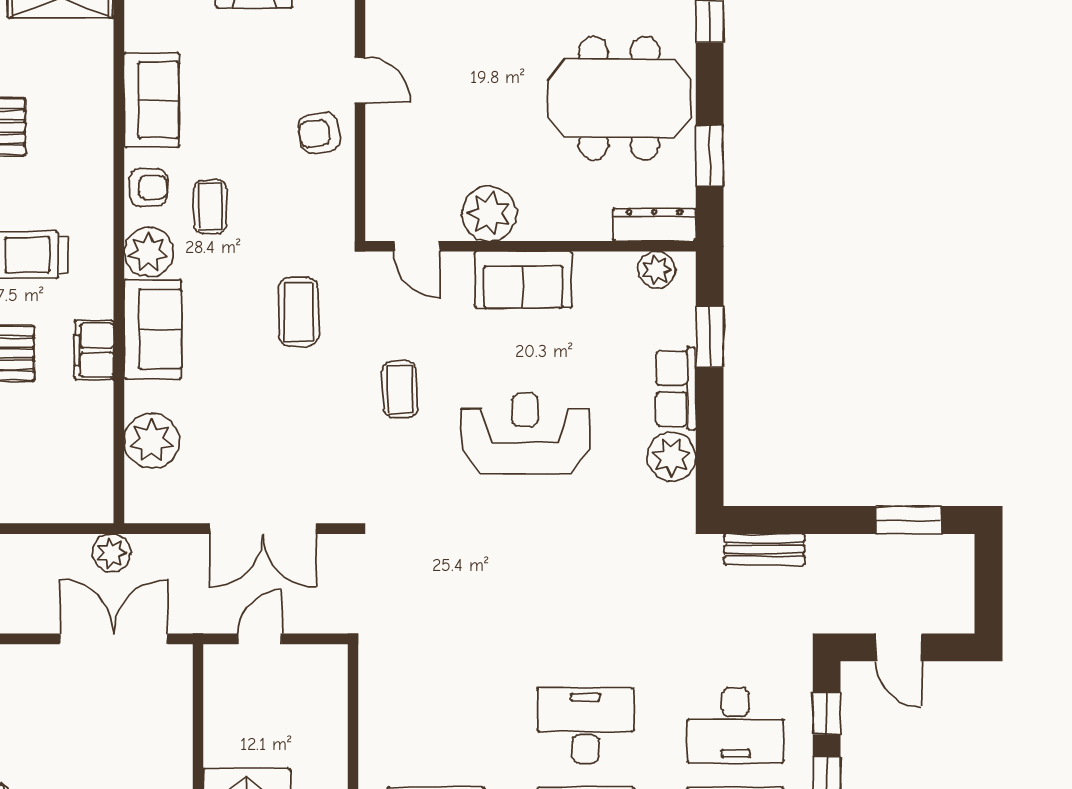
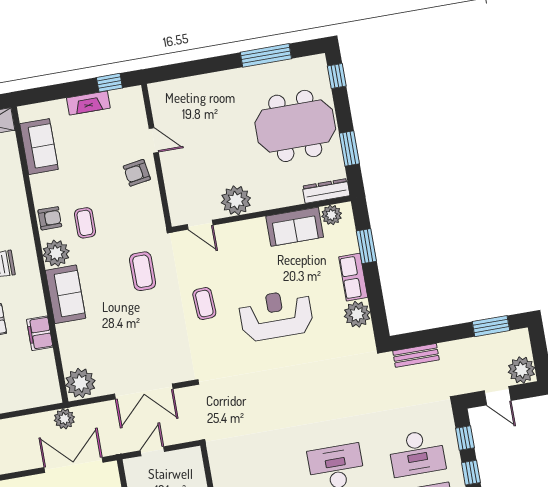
sofa: (151, 100) -> (39, 147), moved
sofa: (523, 280) -> (295, 227), moved
filing cabinet: (94, 350) -> (40, 333), moved
plant: (152, 441) -> (80, 383), moved
plant: (950, 609) -> (521, 370), added

